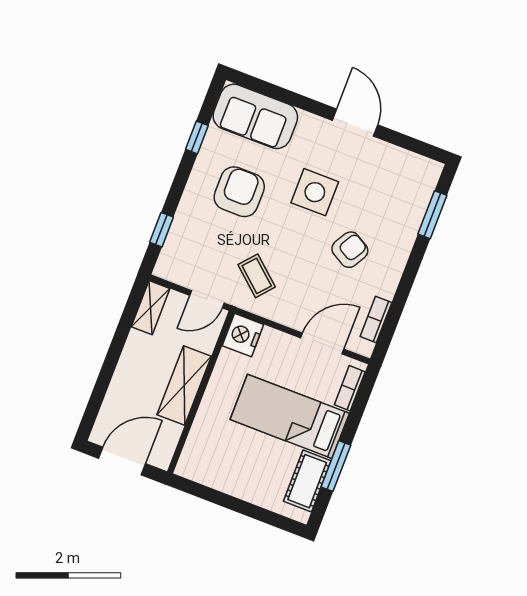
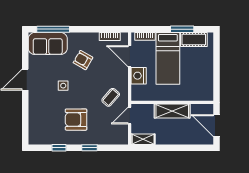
sofa: (255, 116) -> (48, 44), moved, turned 90
side table: (315, 192) -> (63, 86), width x0.54, depth x0.54
window: (432, 215) -> (53, 29), width x1.44
window: (161, 230) -> (90, 148), moved
door: (207, 299) -> (130, 116), swing flipped
nightstand: (243, 335) -> (139, 76), moved, turned 90

